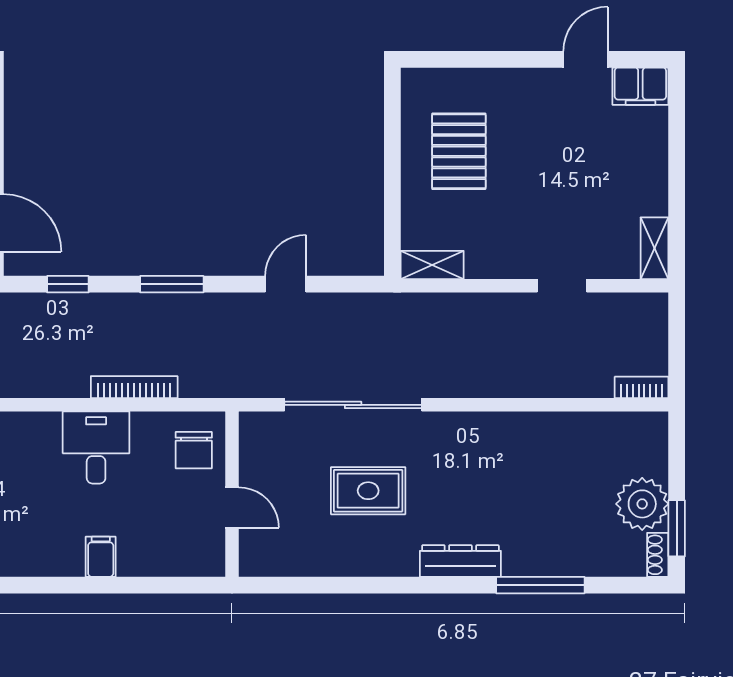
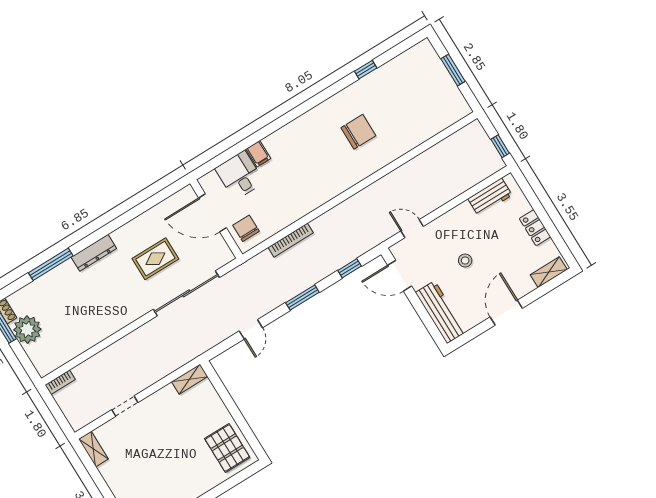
pallet: (459, 151) -> (227, 448), moved
desk: (96, 447) -> (240, 175), moved, turned 180
door: (232, 507) -> (213, 213), width x1.88

